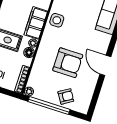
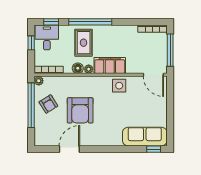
door: (105, 65) -> (69, 149), moved
armchair: (66, 96) -> (48, 104), moved

